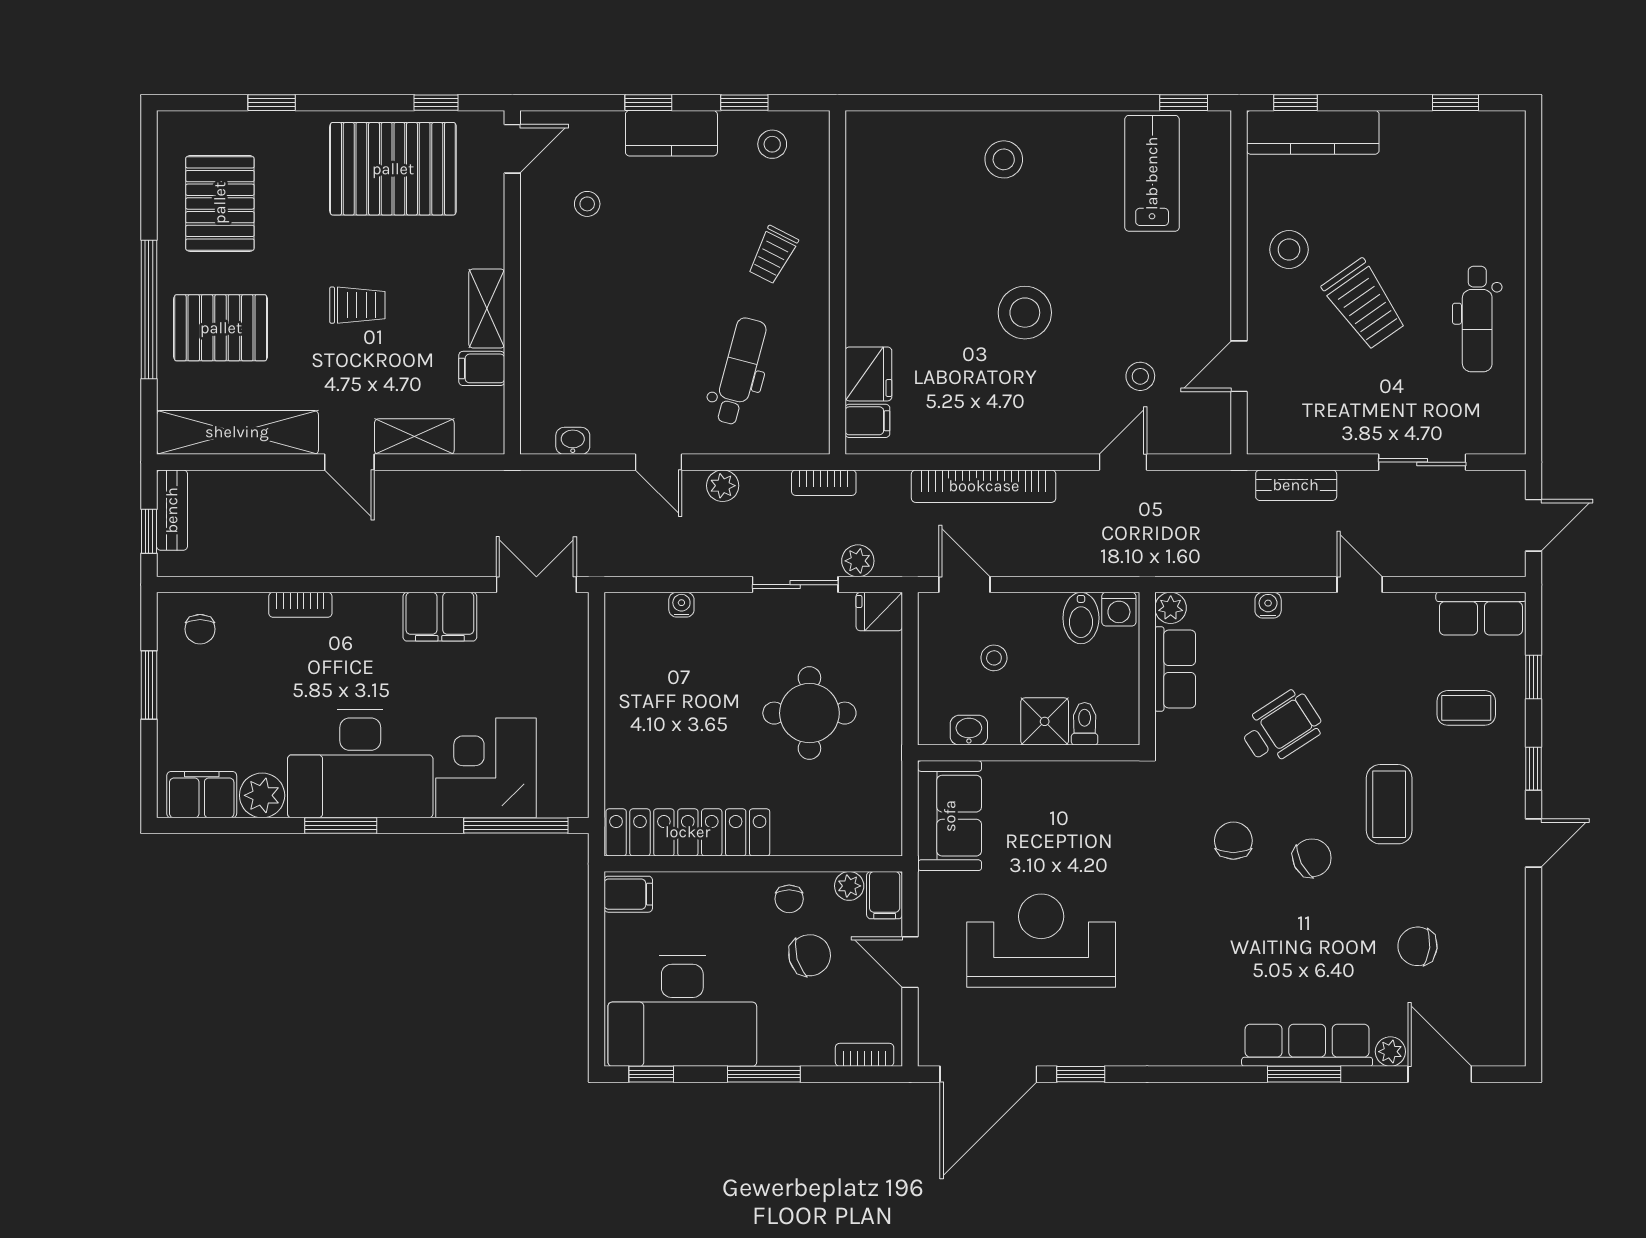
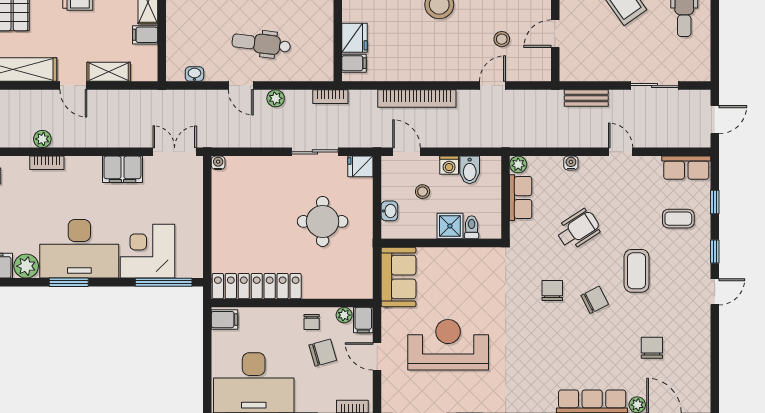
dental chair: (740, 371) -> (261, 44), moved, turned -98
plant: (858, 561) -> (42, 139), moved
water cooler: (681, 605) -> (218, 163), moved
washing machine: (1119, 609) -> (449, 165), moved
washbasin: (969, 730) -> (389, 211), moved, turned 90
chair: (1418, 946) -> (652, 348), turned 84

